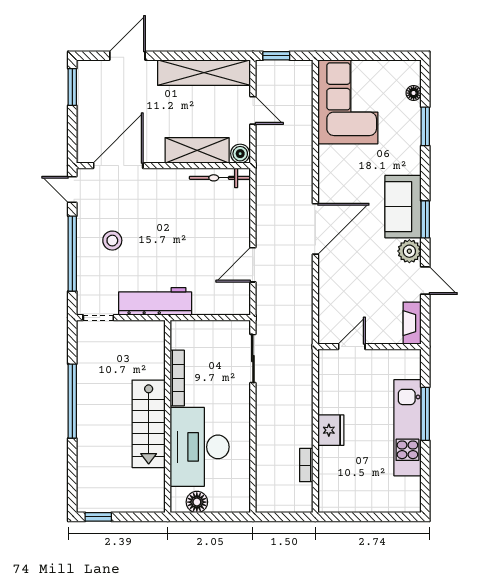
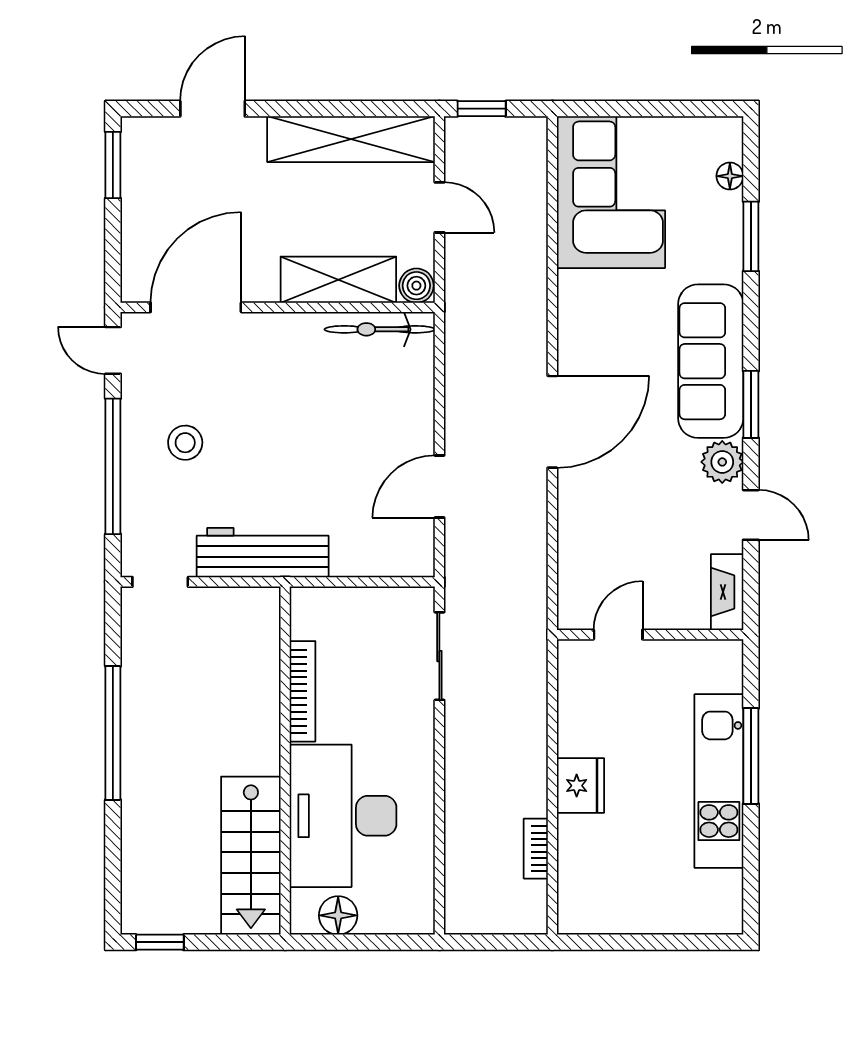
sofa: (403, 207) -> (711, 361), width x1.36
stairs: (149, 424) -> (251, 856), moved

